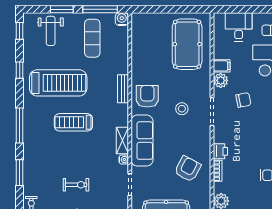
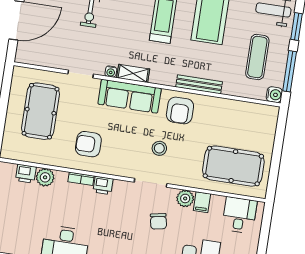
desk: (239, 27) -> (239, 215), moved, turned -90
exercise mat: (92, 38) -> (257, 57), turned 90
bench: (123, 89) -> (199, 84), width x1.36
armchair: (147, 96) -> (180, 110), turned 90
armchair: (188, 169) -> (88, 144), turned 152

